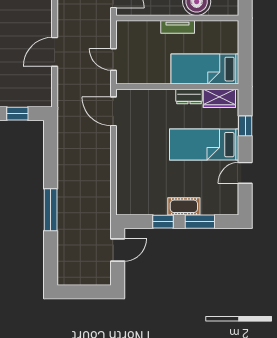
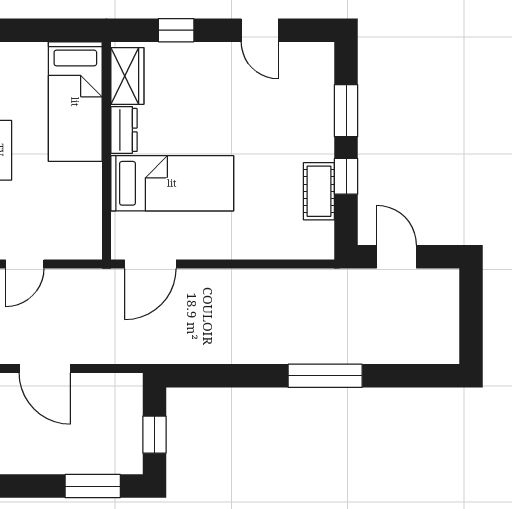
door: (114, 59) -> (25, 264), moved
bed: (204, 145) -> (172, 183), moved, turned -90
cot: (184, 206) -> (319, 191), moved

